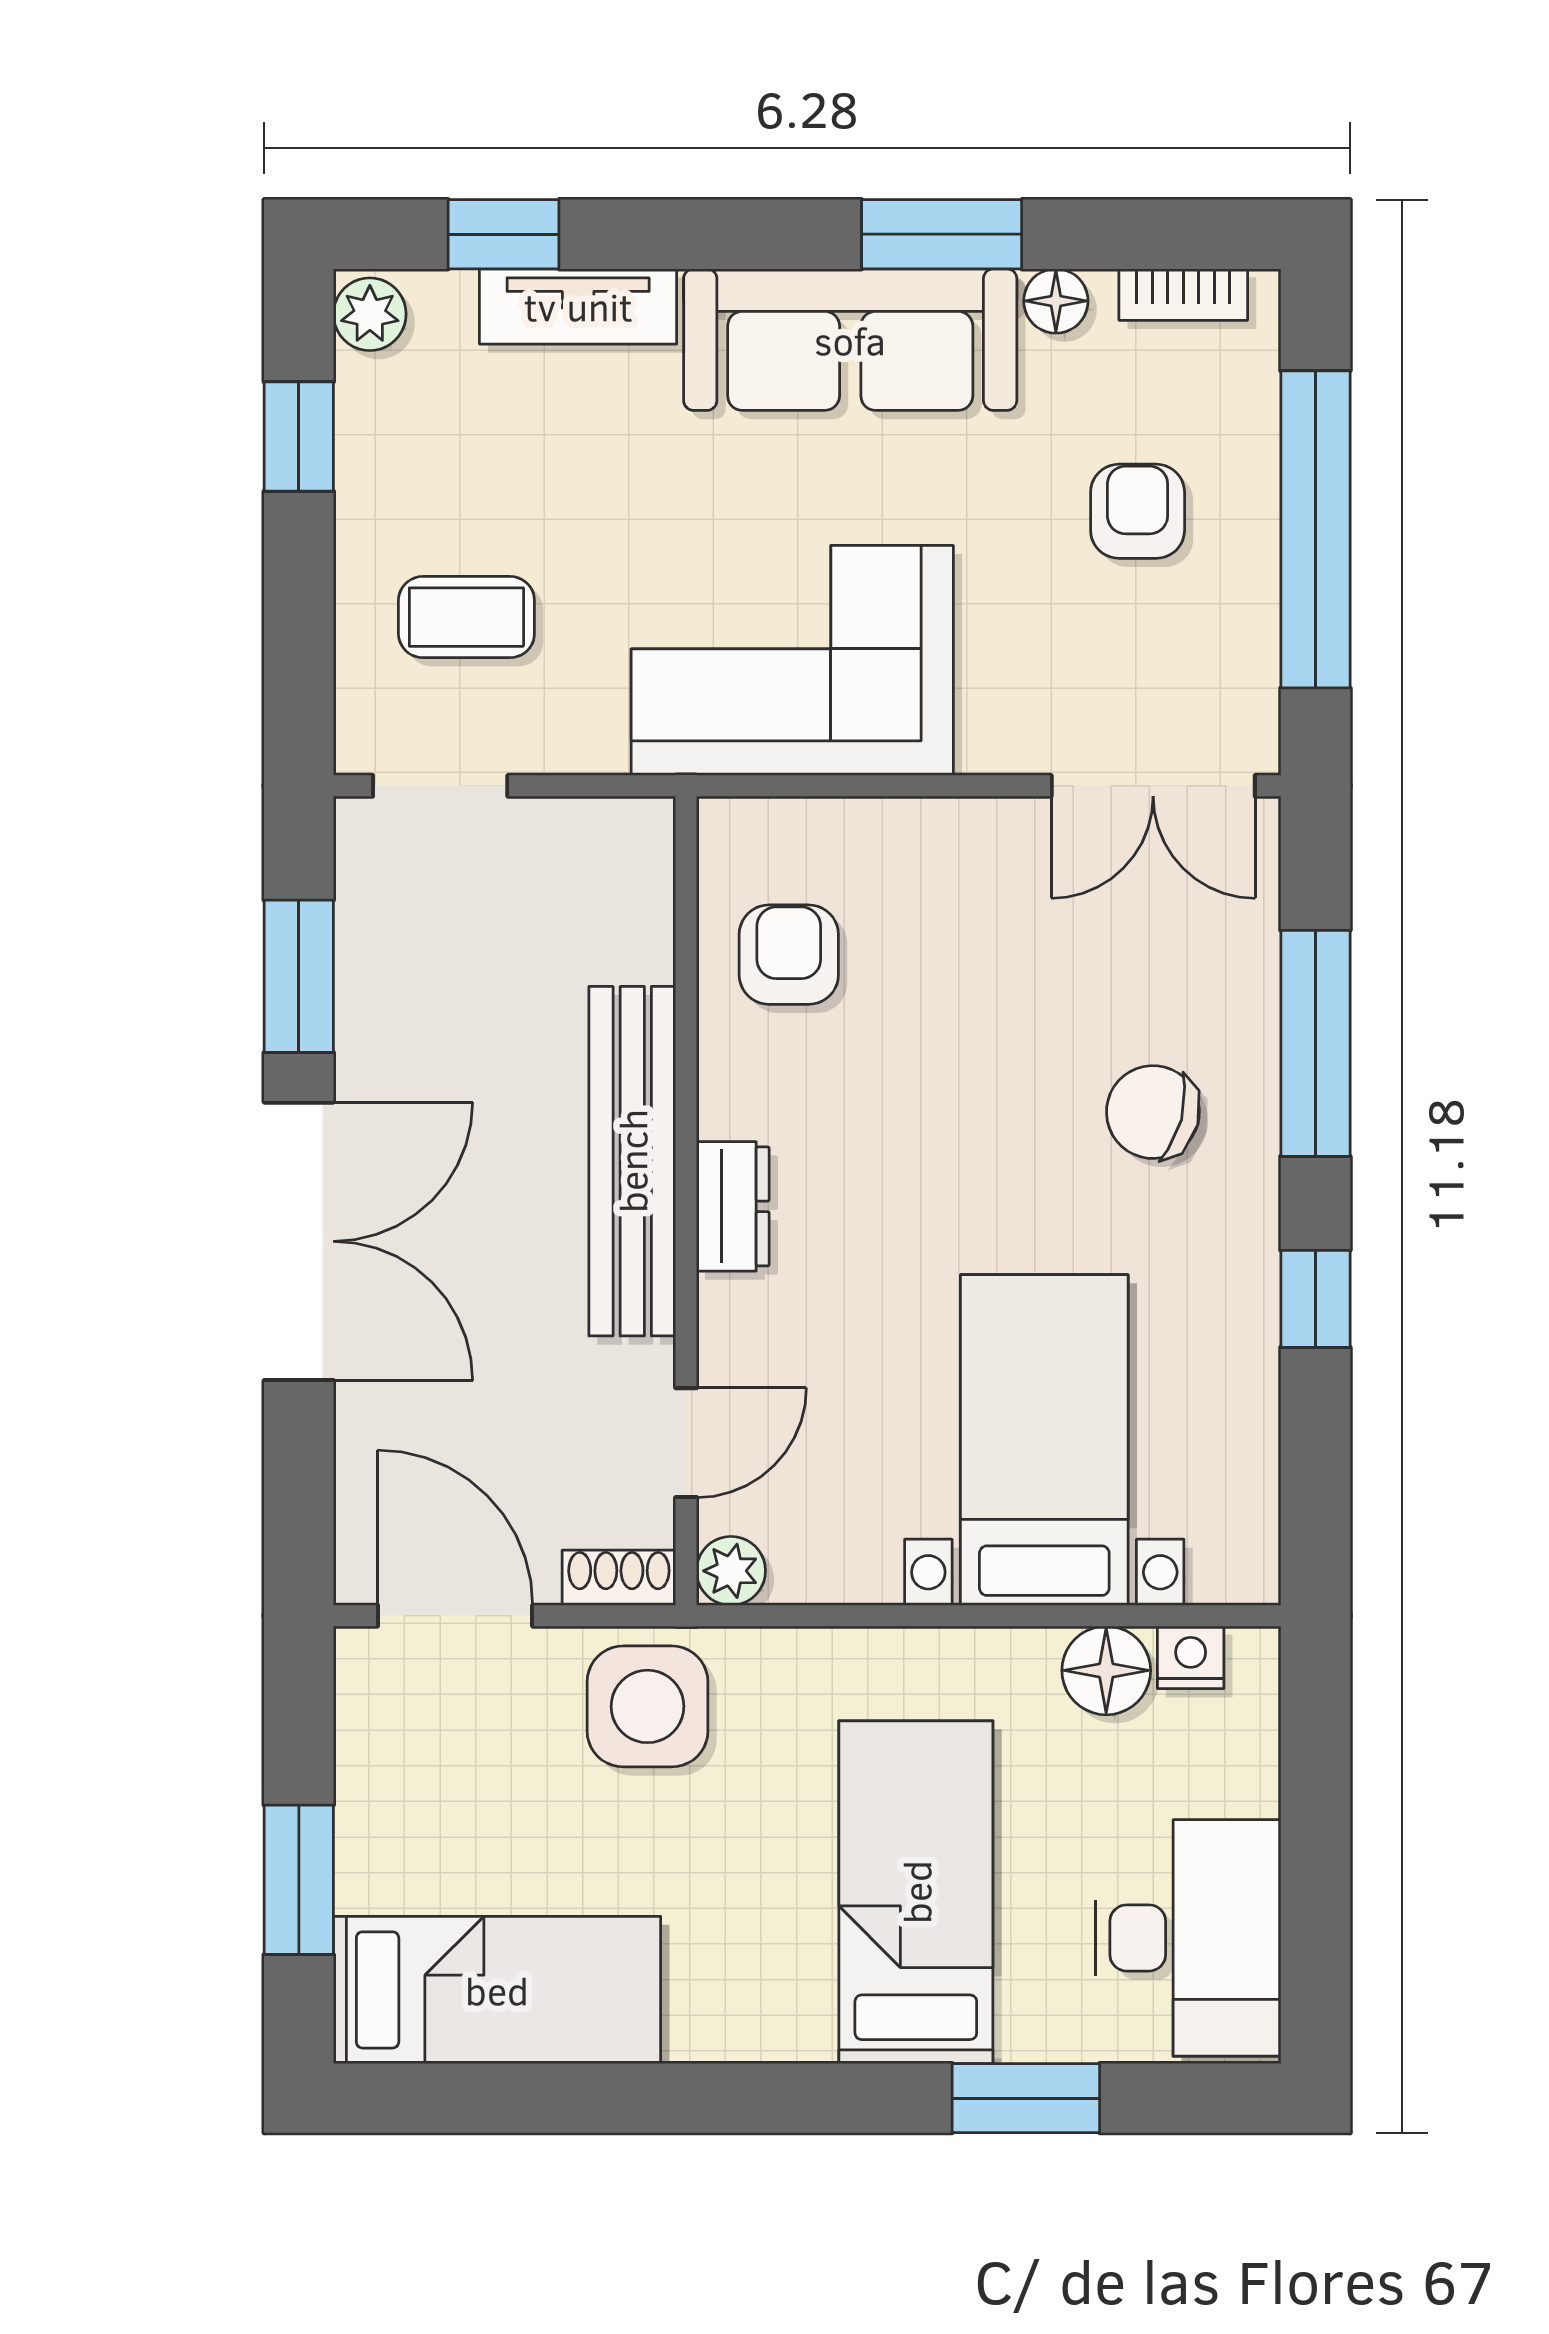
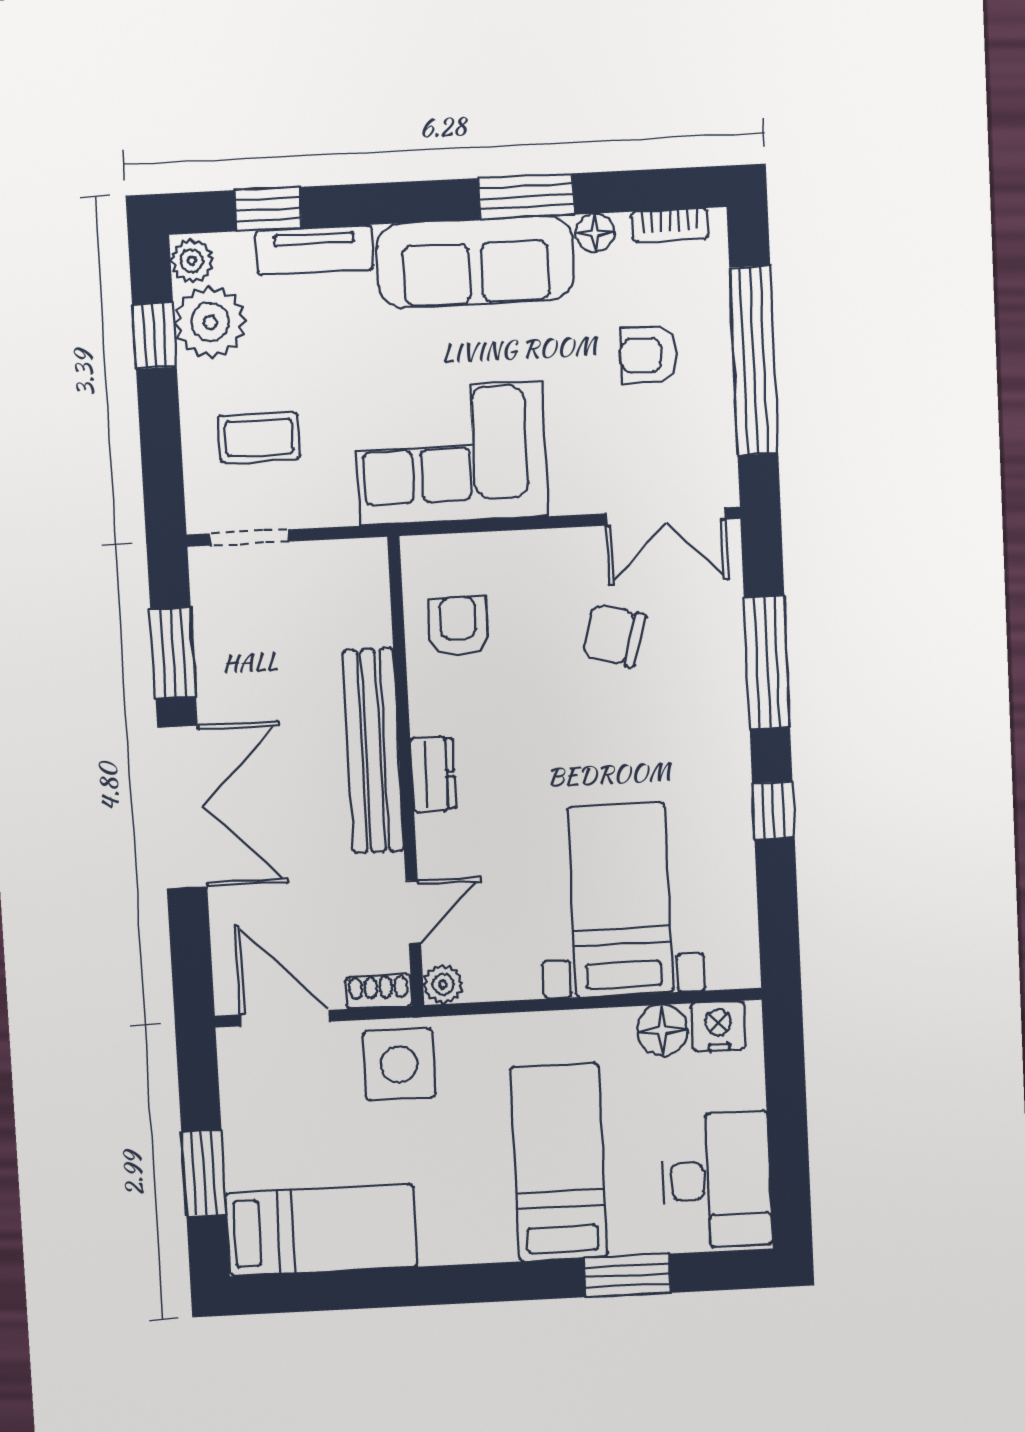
plant: (395, 419) -> (210, 322), added
armchair: (1138, 511) -> (649, 355), turned -90
chair: (1153, 1112) -> (614, 635), moved
nightstand: (1191, 1657) -> (718, 1026), width x1.39, depth x1.35

